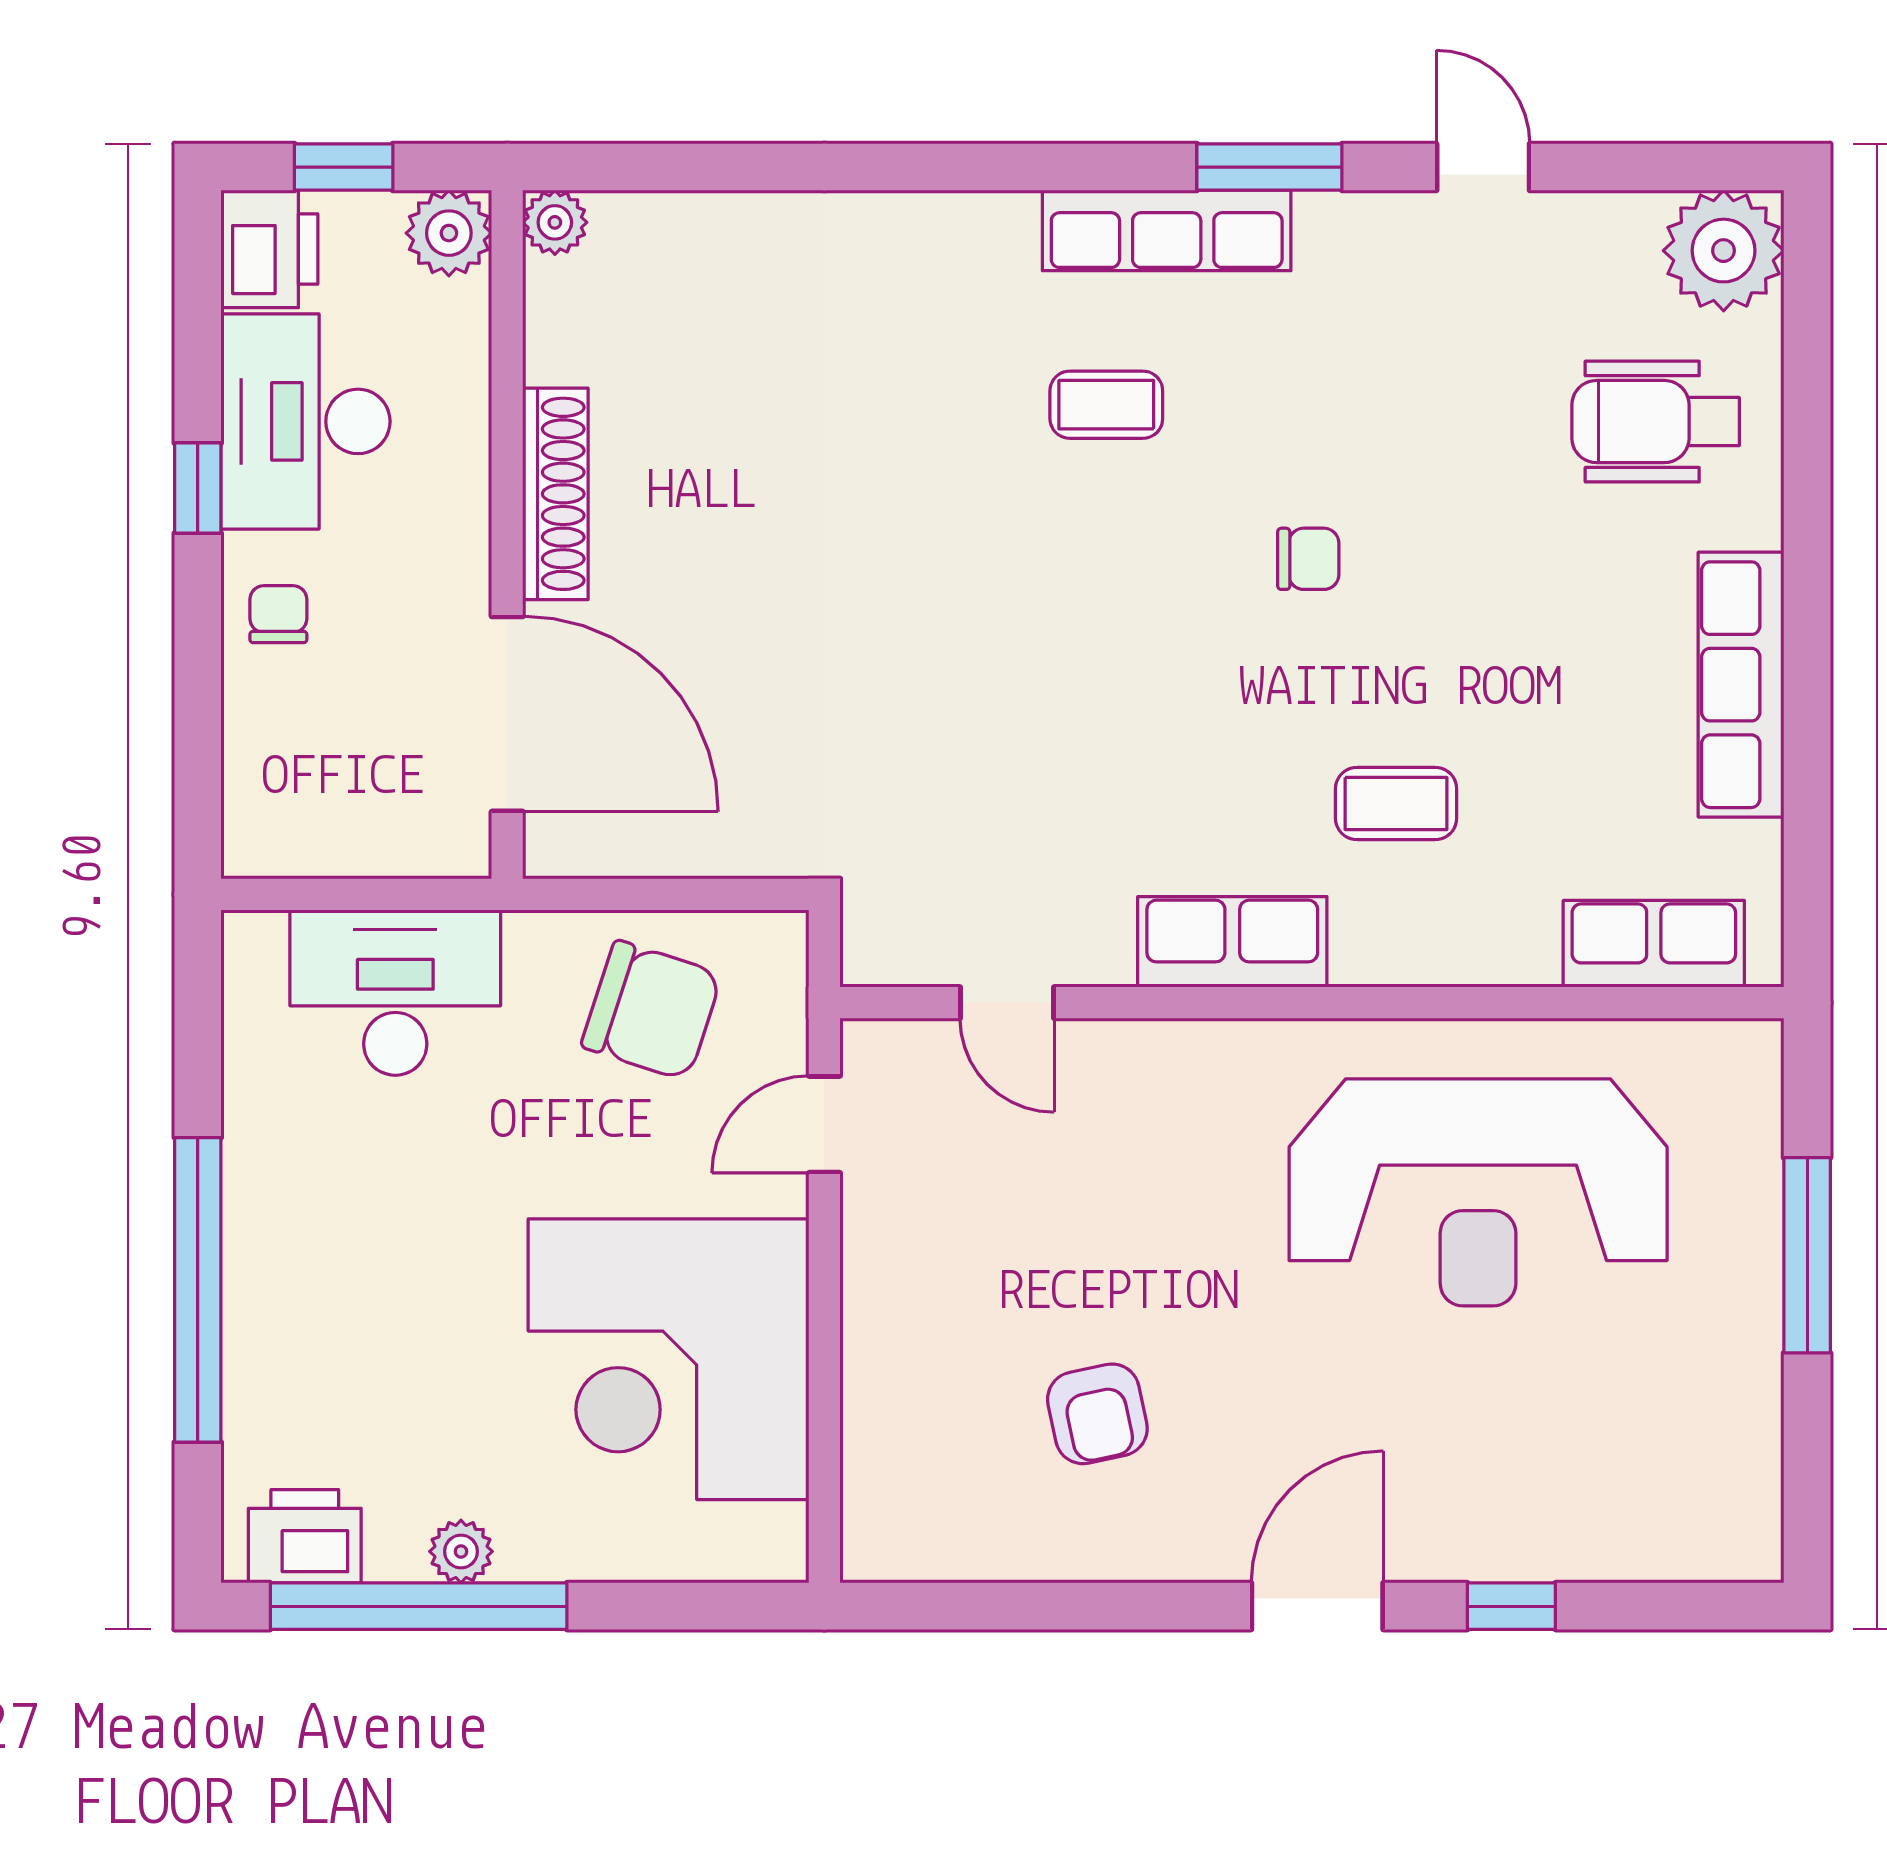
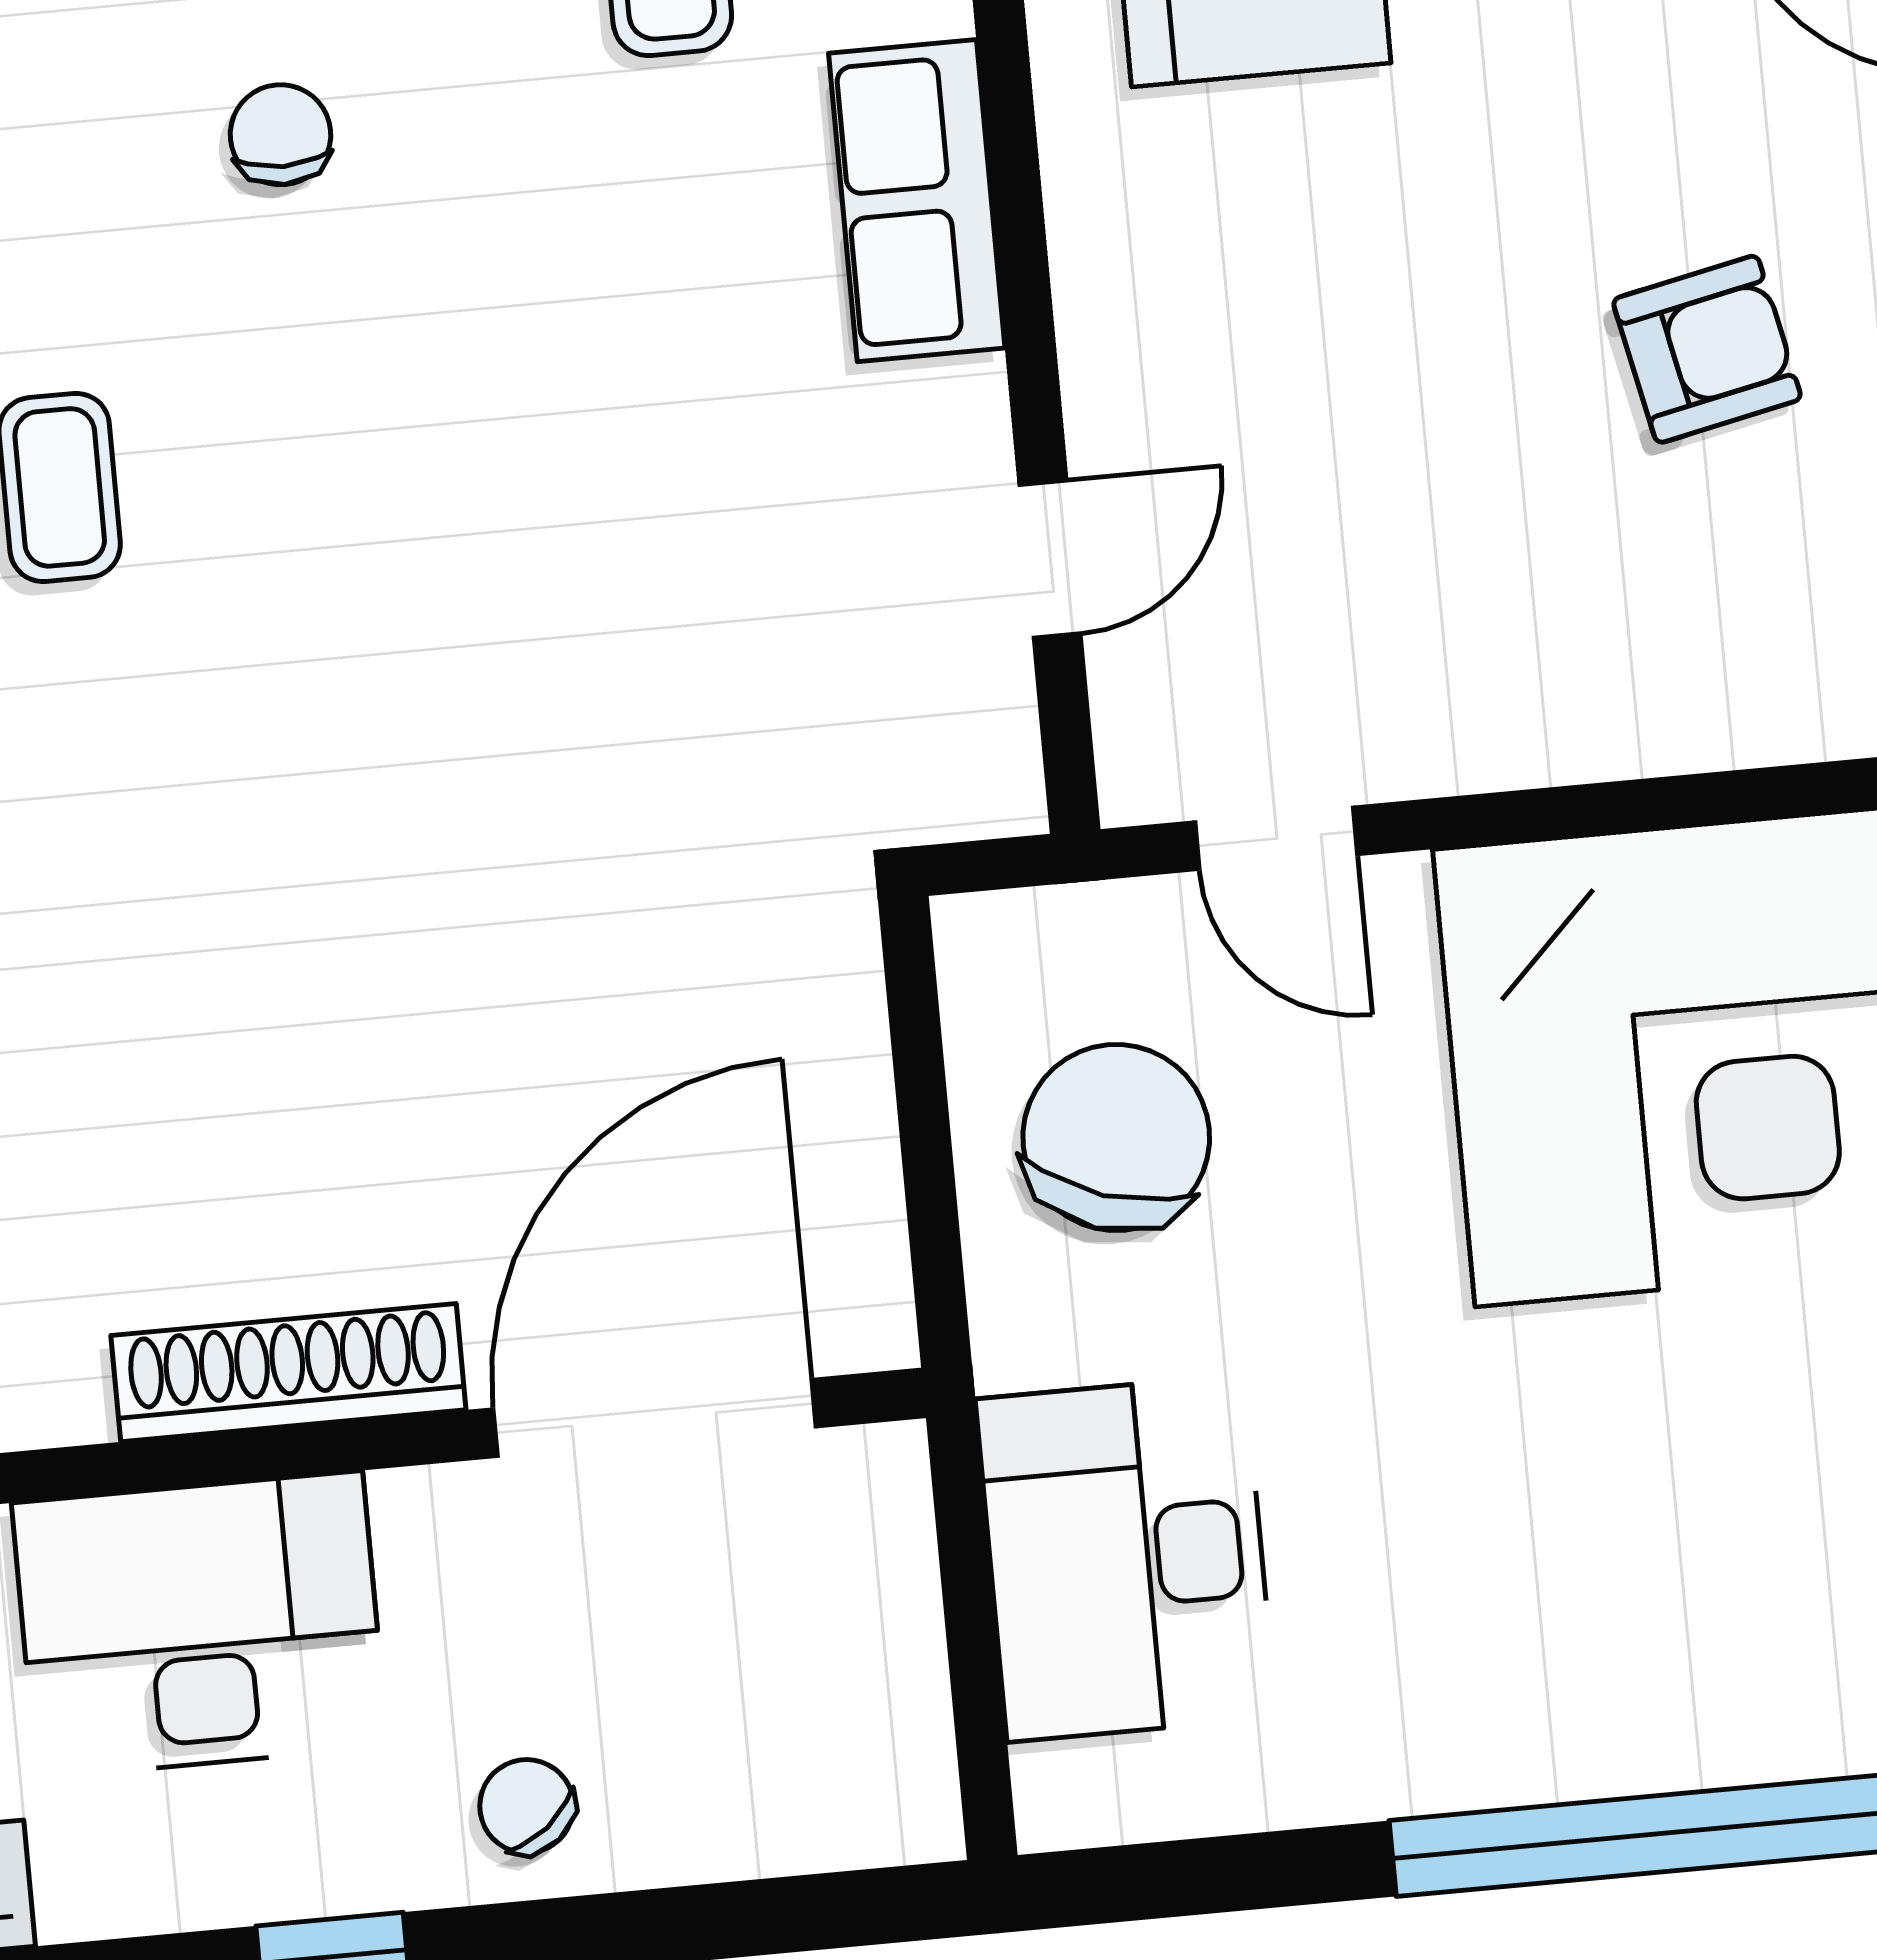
desk: (306, 421) -> (200, 1625), moved, turned 180
chair: (278, 614) -> (527, 1806), turned 51

